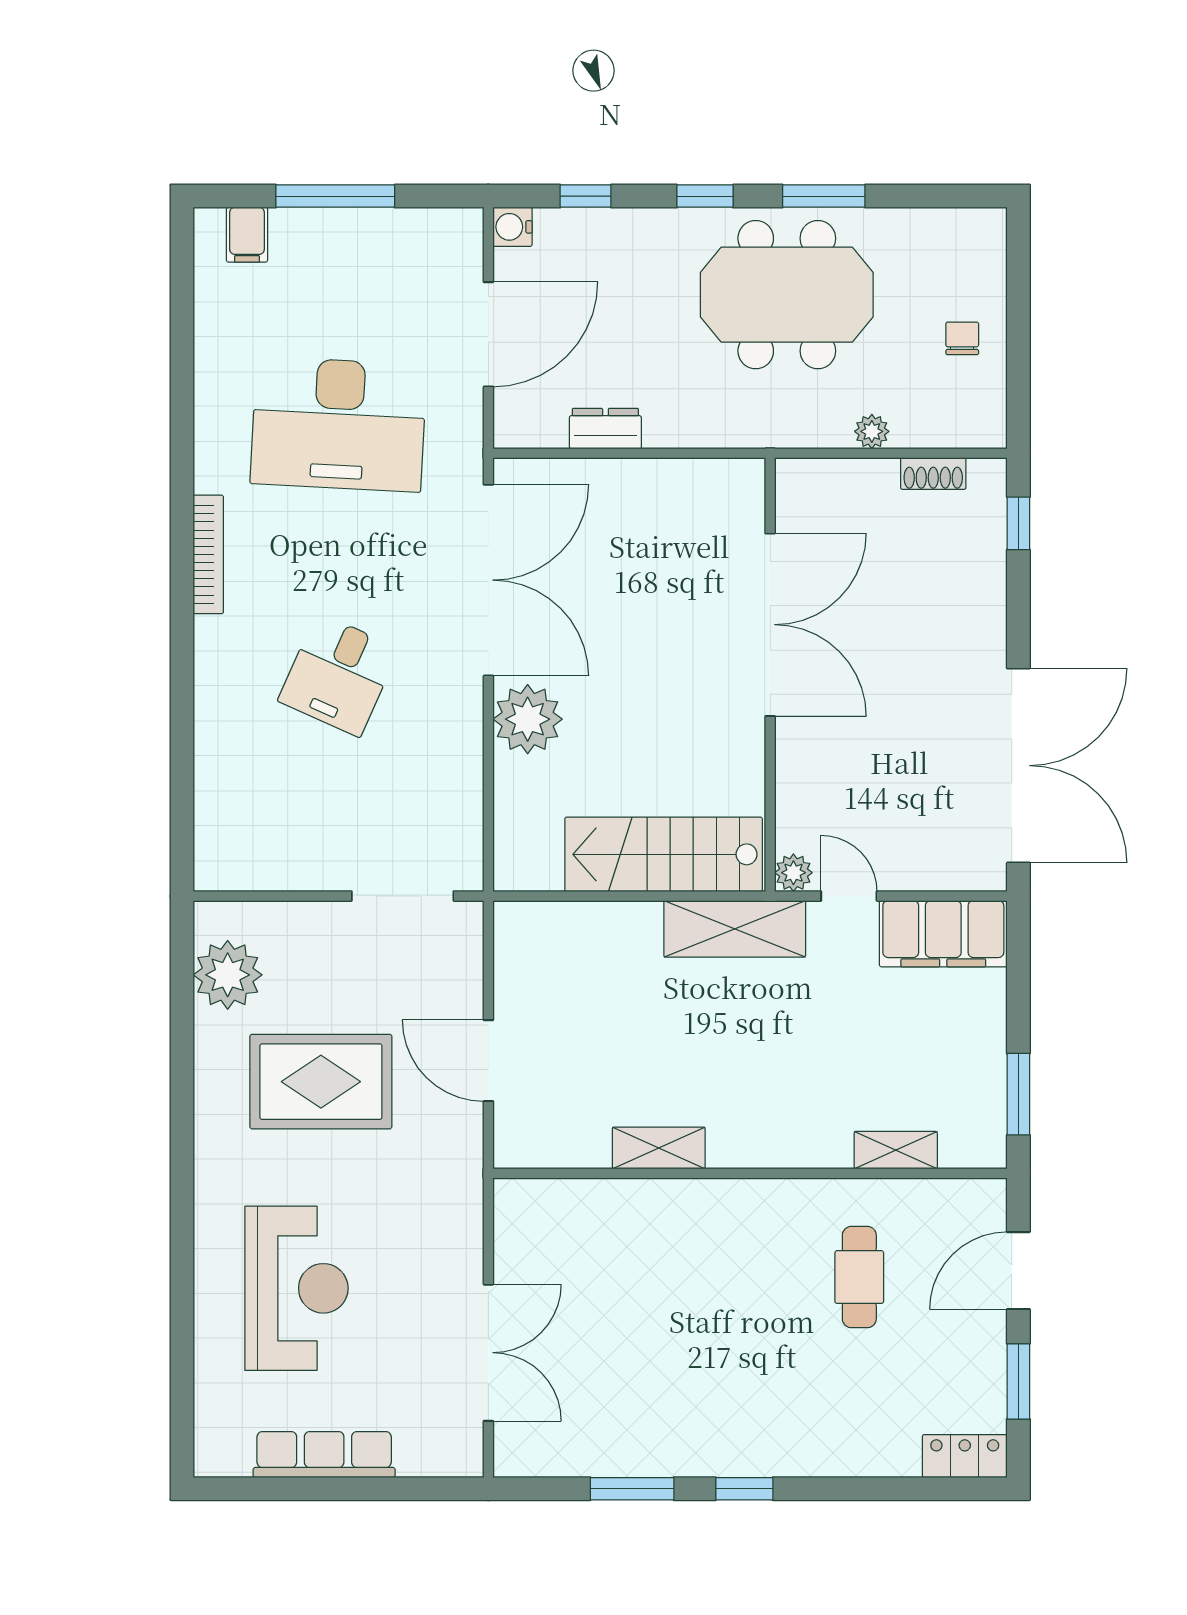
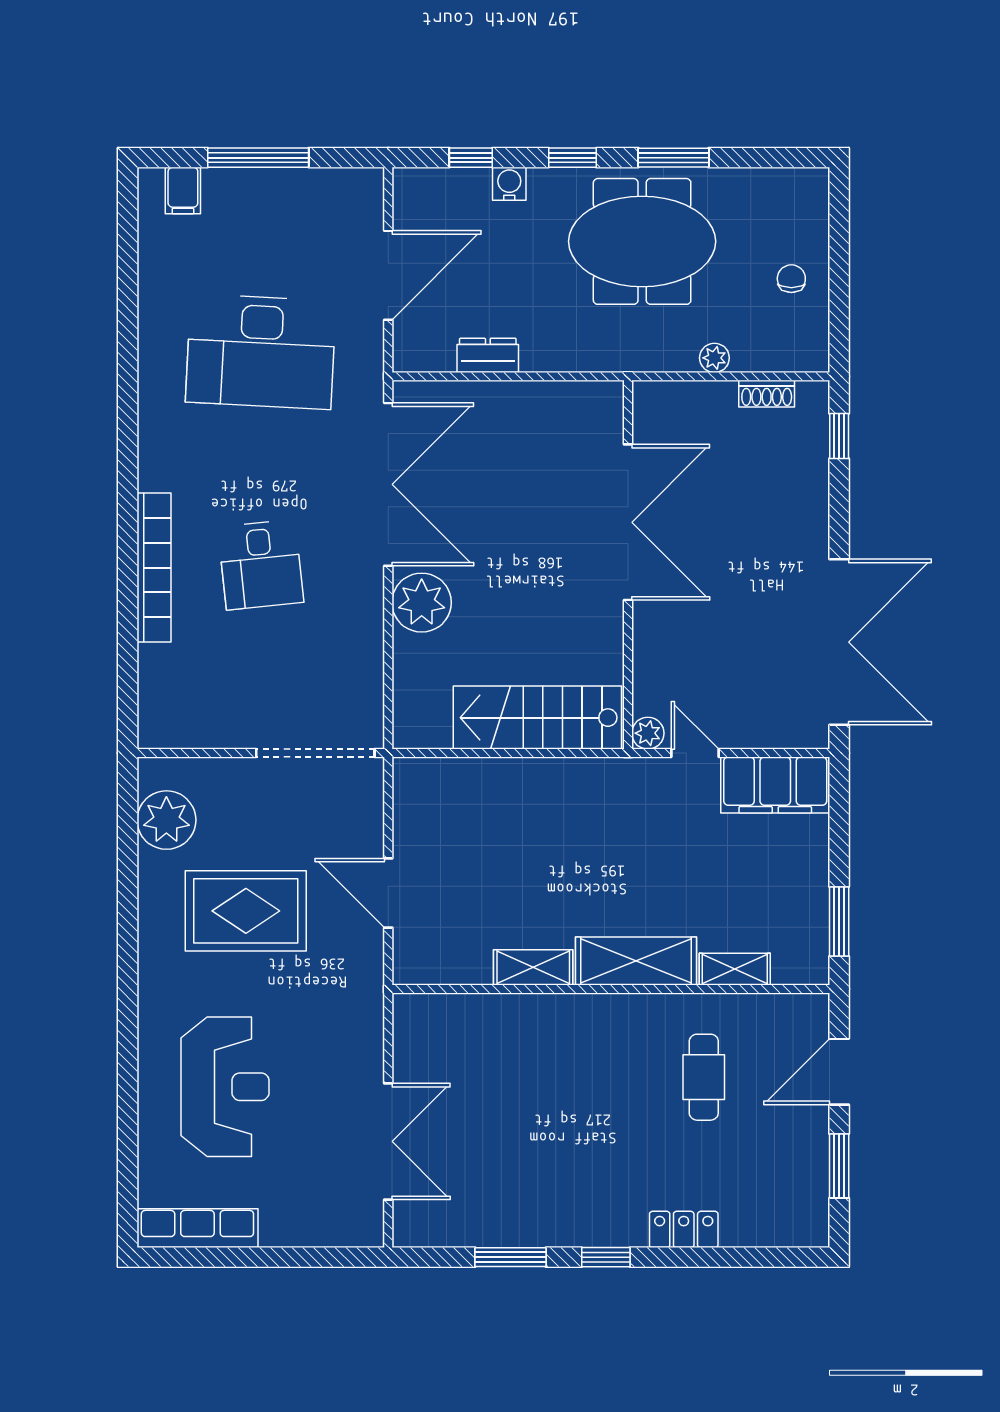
water cooler: (512, 227) -> (509, 184), moved, turned 90
bookcase: (208, 554) -> (154, 568), moved, width x1.48, depth x1.31
desk: (339, 675) -> (261, 565), turned -30
doorway: (403, 896) -> (315, 753), width x1.36
shelving: (735, 929) -> (636, 961), moved
row of seats: (324, 1455) -> (197, 1228), moved
locker: (965, 1456) -> (684, 1229), moved

